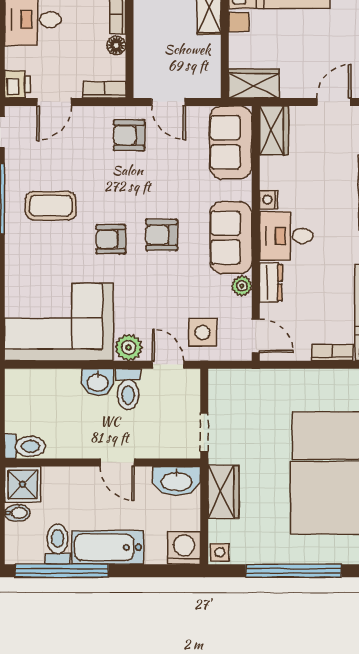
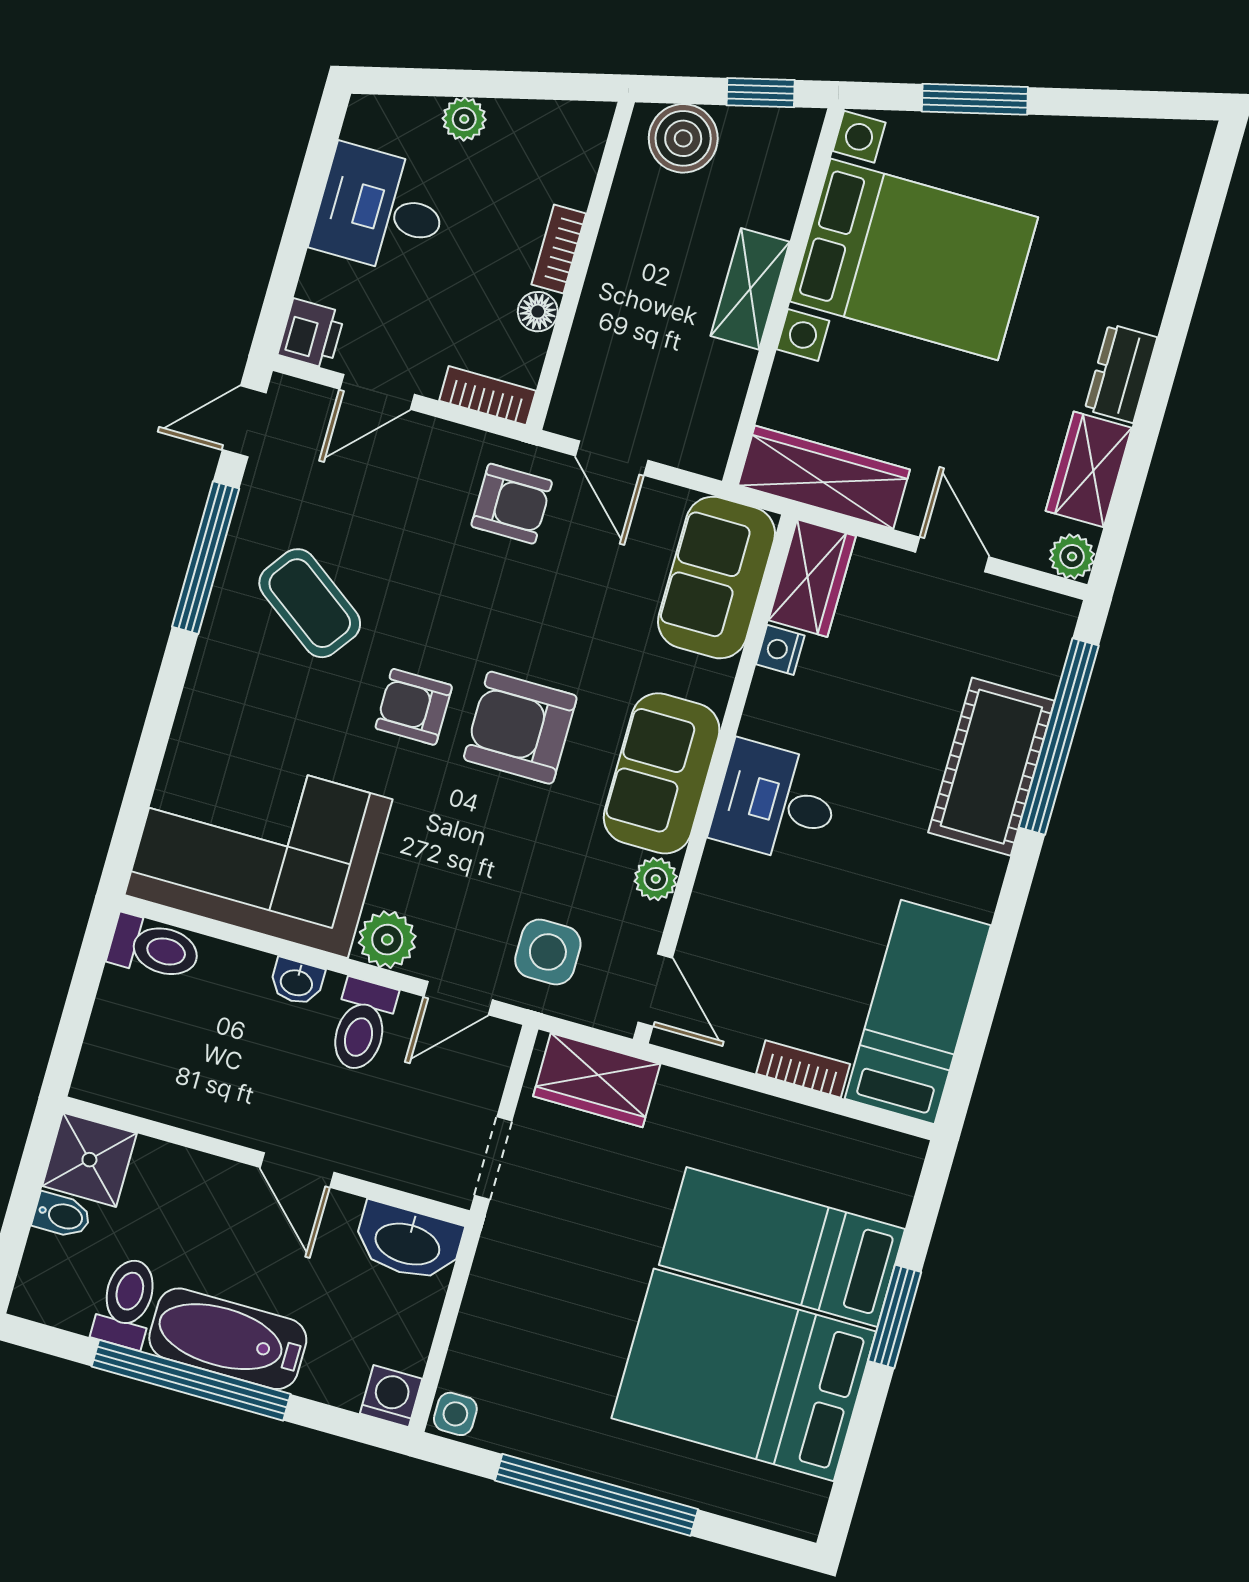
wardrobe: (254, 84) -> (824, 477), width x1.50
door: (334, 102) -> (952, 555), hinge flipped
armchair: (129, 135) -> (512, 504), turned 180
nightstand: (269, 200) -> (780, 650), moved
coffee table: (51, 206) -> (310, 603), turned 36
armchair: (162, 235) -> (520, 728), width x1.38, depth x1.38
dresser: (271, 283) -> (717, 889), removed
door: (168, 365) -> (458, 998), swing flipped
washbasin: (98, 382) -> (297, 982), width x0.72, depth x0.69
toilet: (25, 446) -> (154, 948), moved
wardrobe: (223, 492) -> (597, 1080), moved, turned 90
washing machine: (184, 548) -> (391, 1396), width x0.73, depth x0.73
window: (62, 571) -> (191, 1380), moved

